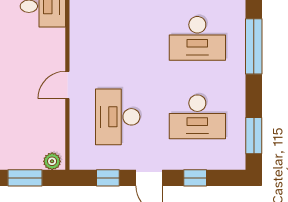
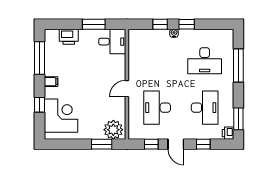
desk: (197, 117) -> (205, 108), turned -90
printer: (236, 160) -> (228, 133), added
plant: (52, 161) -> (113, 130), width x1.88, depth x1.88

